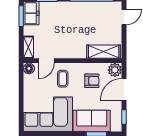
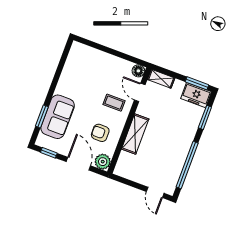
shelving: (104, 52) -> (135, 134), moved
armchair: (92, 81) -> (100, 133), turned 90
corner sofa: (48, 114) -> (82, 73), removed

